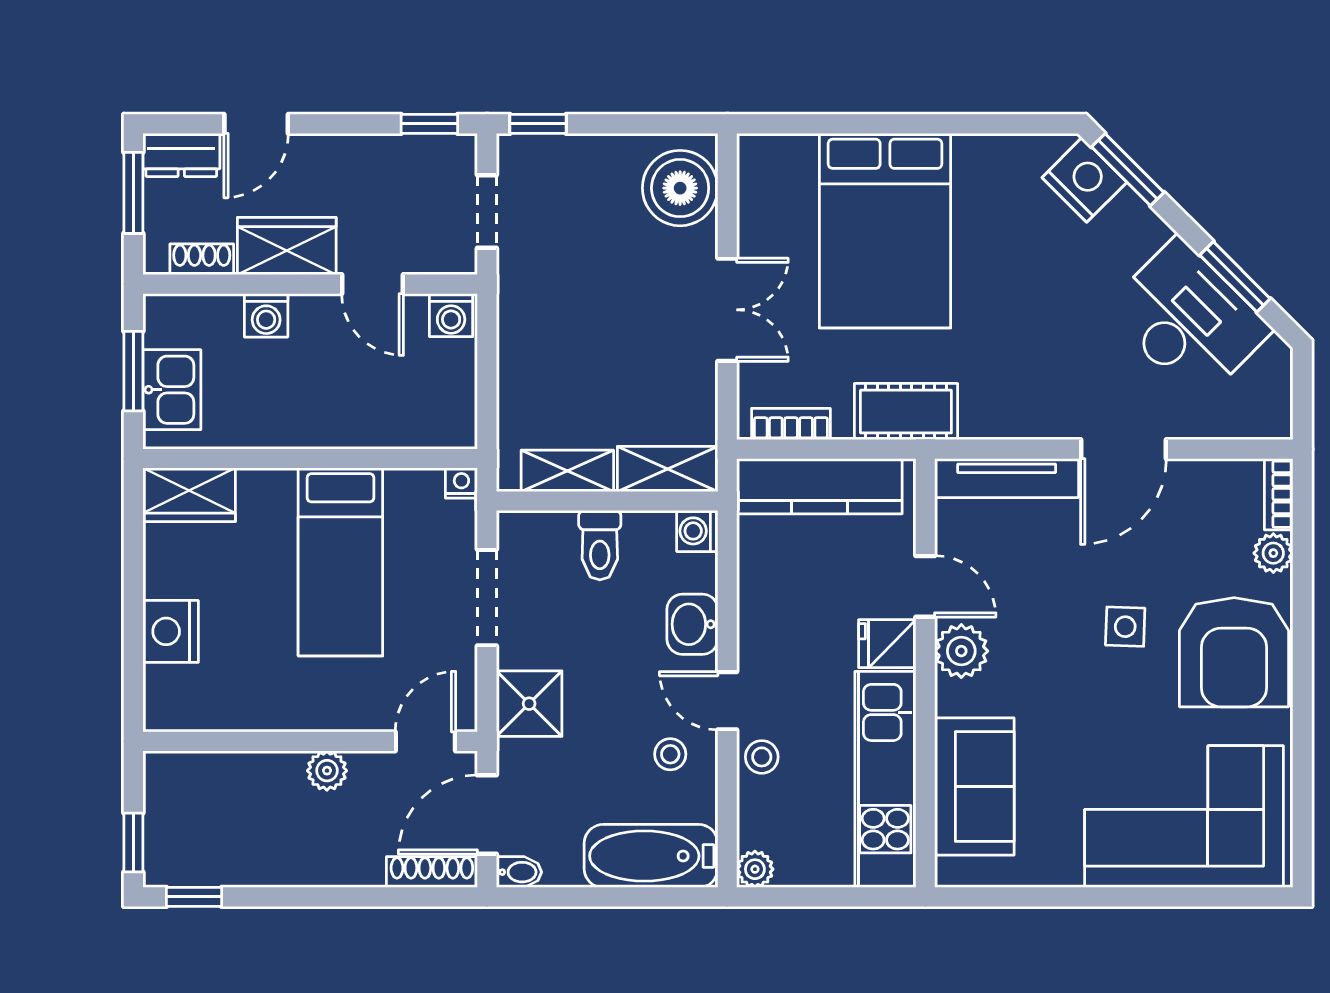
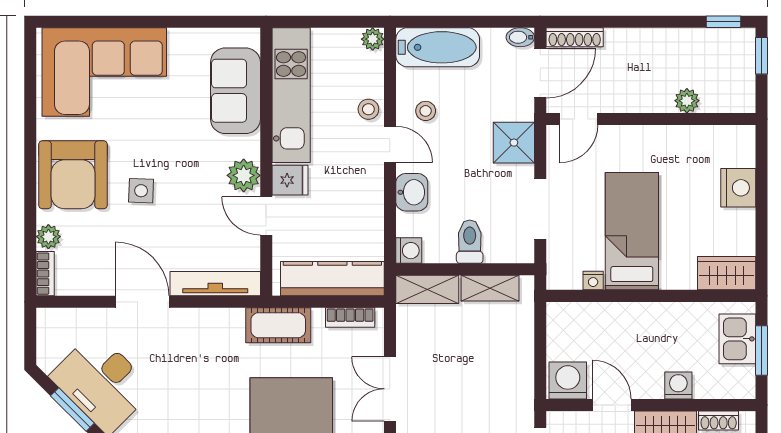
washing machine: (451, 315) -> (568, 380), width x1.38, depth x1.38
door: (1124, 449) -> (142, 302), hinge flipped
nightstand: (461, 483) -> (593, 281), moved
armchair: (1234, 652) -> (73, 175), turned 180
plant: (327, 771) -> (687, 101), moved

